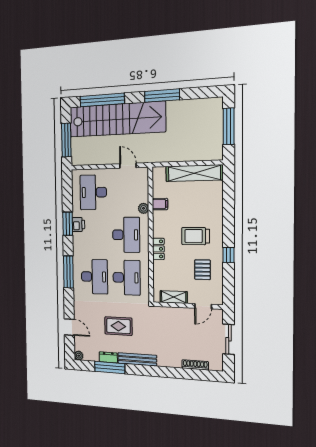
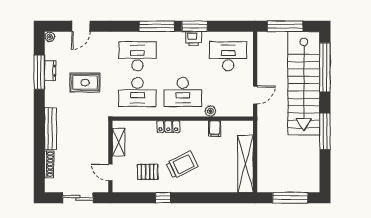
trolley: (195, 236) -> (182, 165), turned 64
window: (68, 272) -> (157, 26), moved
desk: (94, 277) -> (137, 56), turned 180
rug: (118, 326) -> (85, 83), turned 90
bench: (137, 359) -> (50, 129), moved

